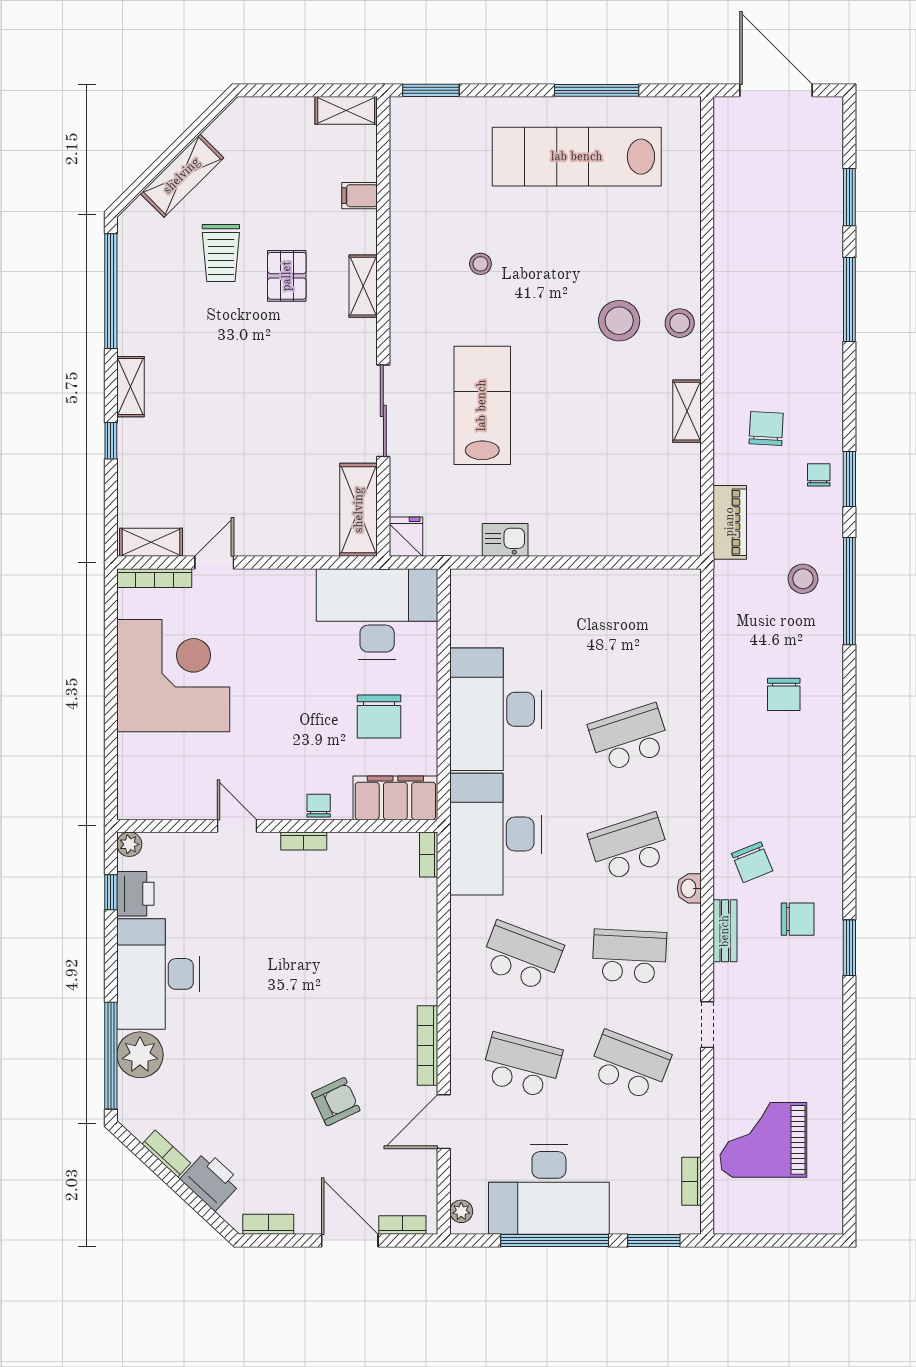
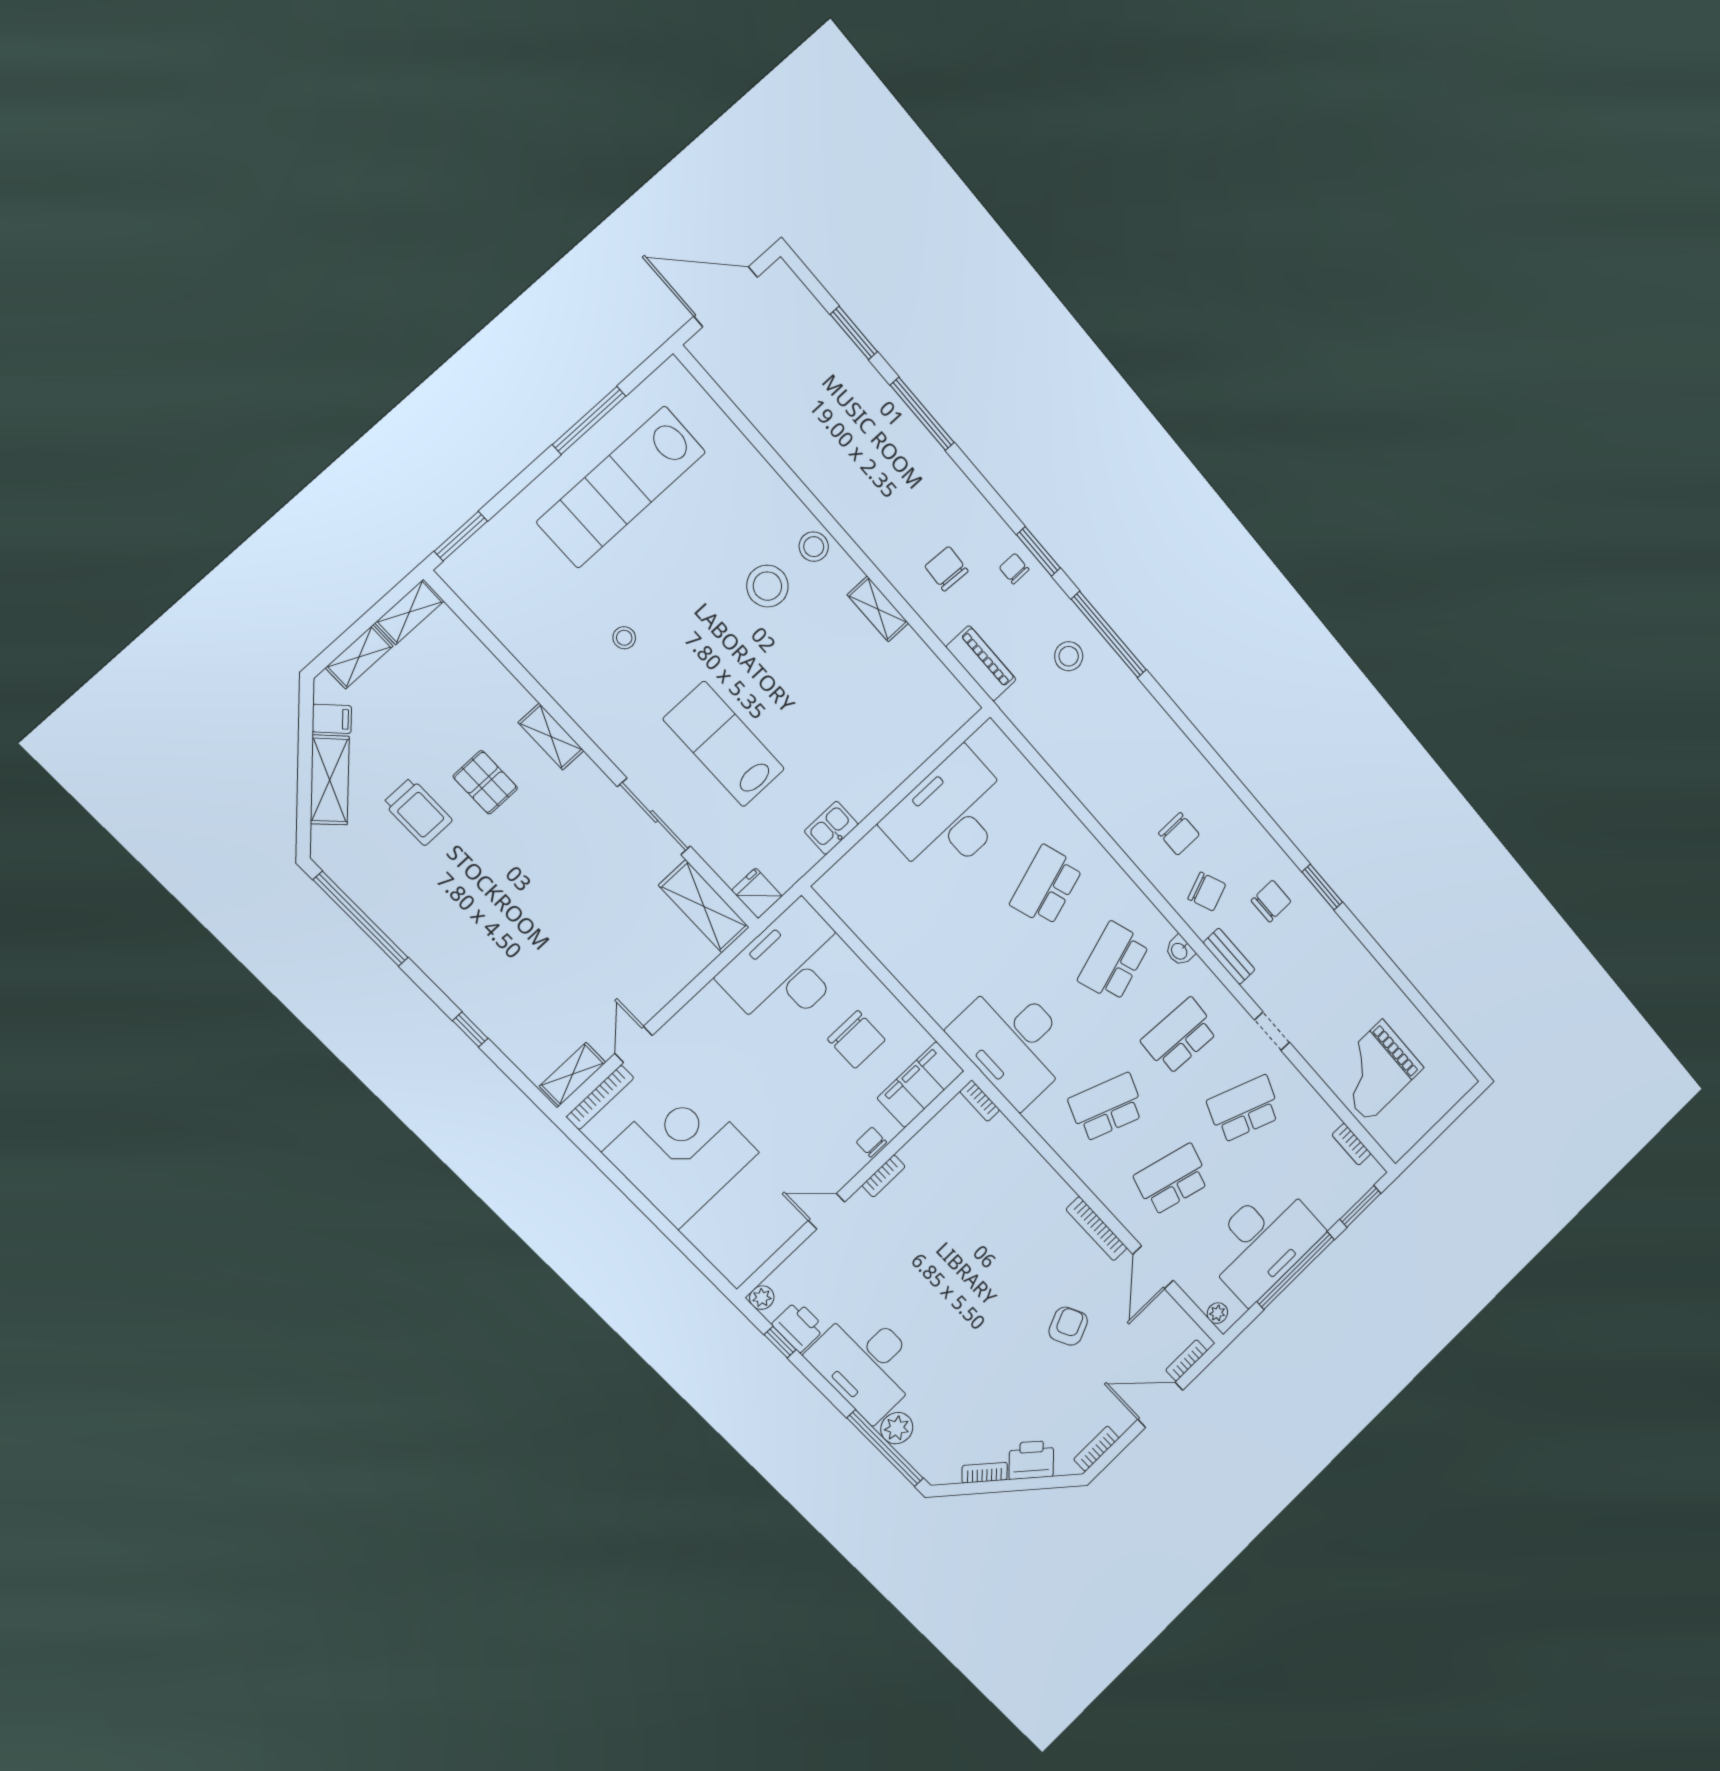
filing cabinet: (360, 196) -> (332, 719), moved, turned -135
shelving: (131, 387) -> (359, 657), moved, turned 90
chair: (784, 694) -> (1179, 834), moved
desk: (496, 709) -> (950, 816), moved, turned 90
plant: (140, 1055) -> (897, 1428), width x0.73, depth x0.73

